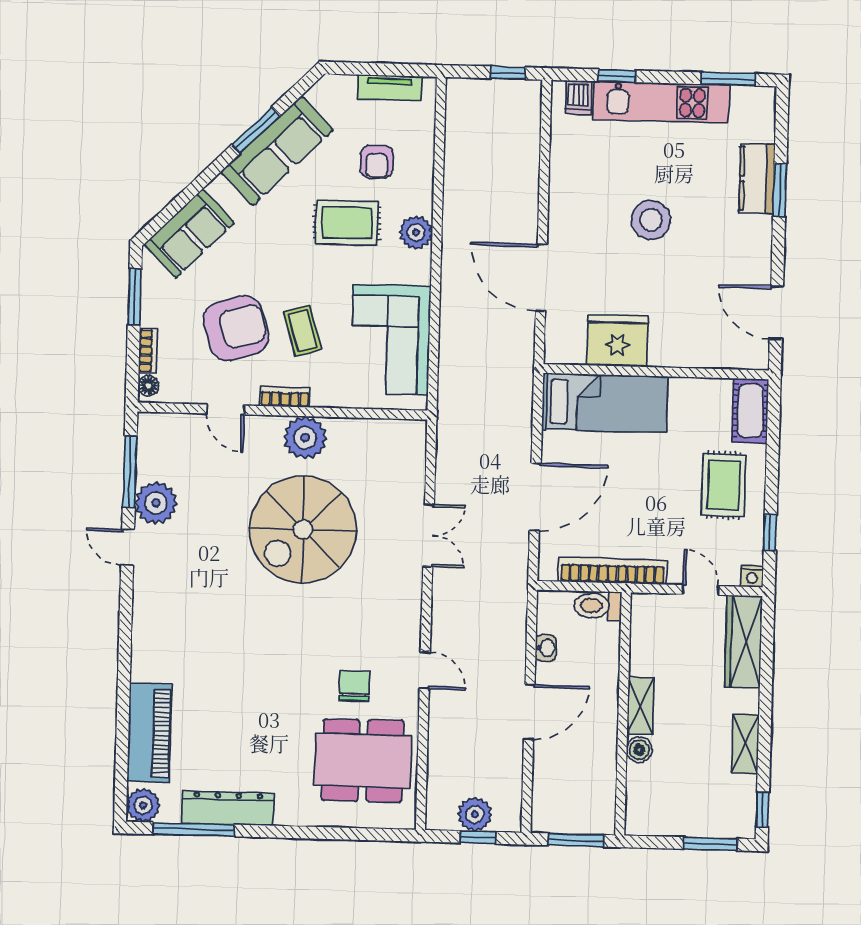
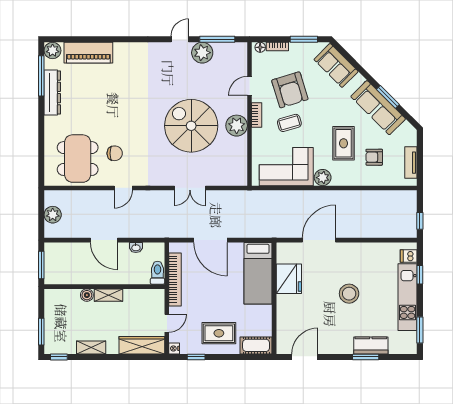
plant: (416, 232) -> (323, 178), moved
window: (478, 837) -> (41, 217), removed

